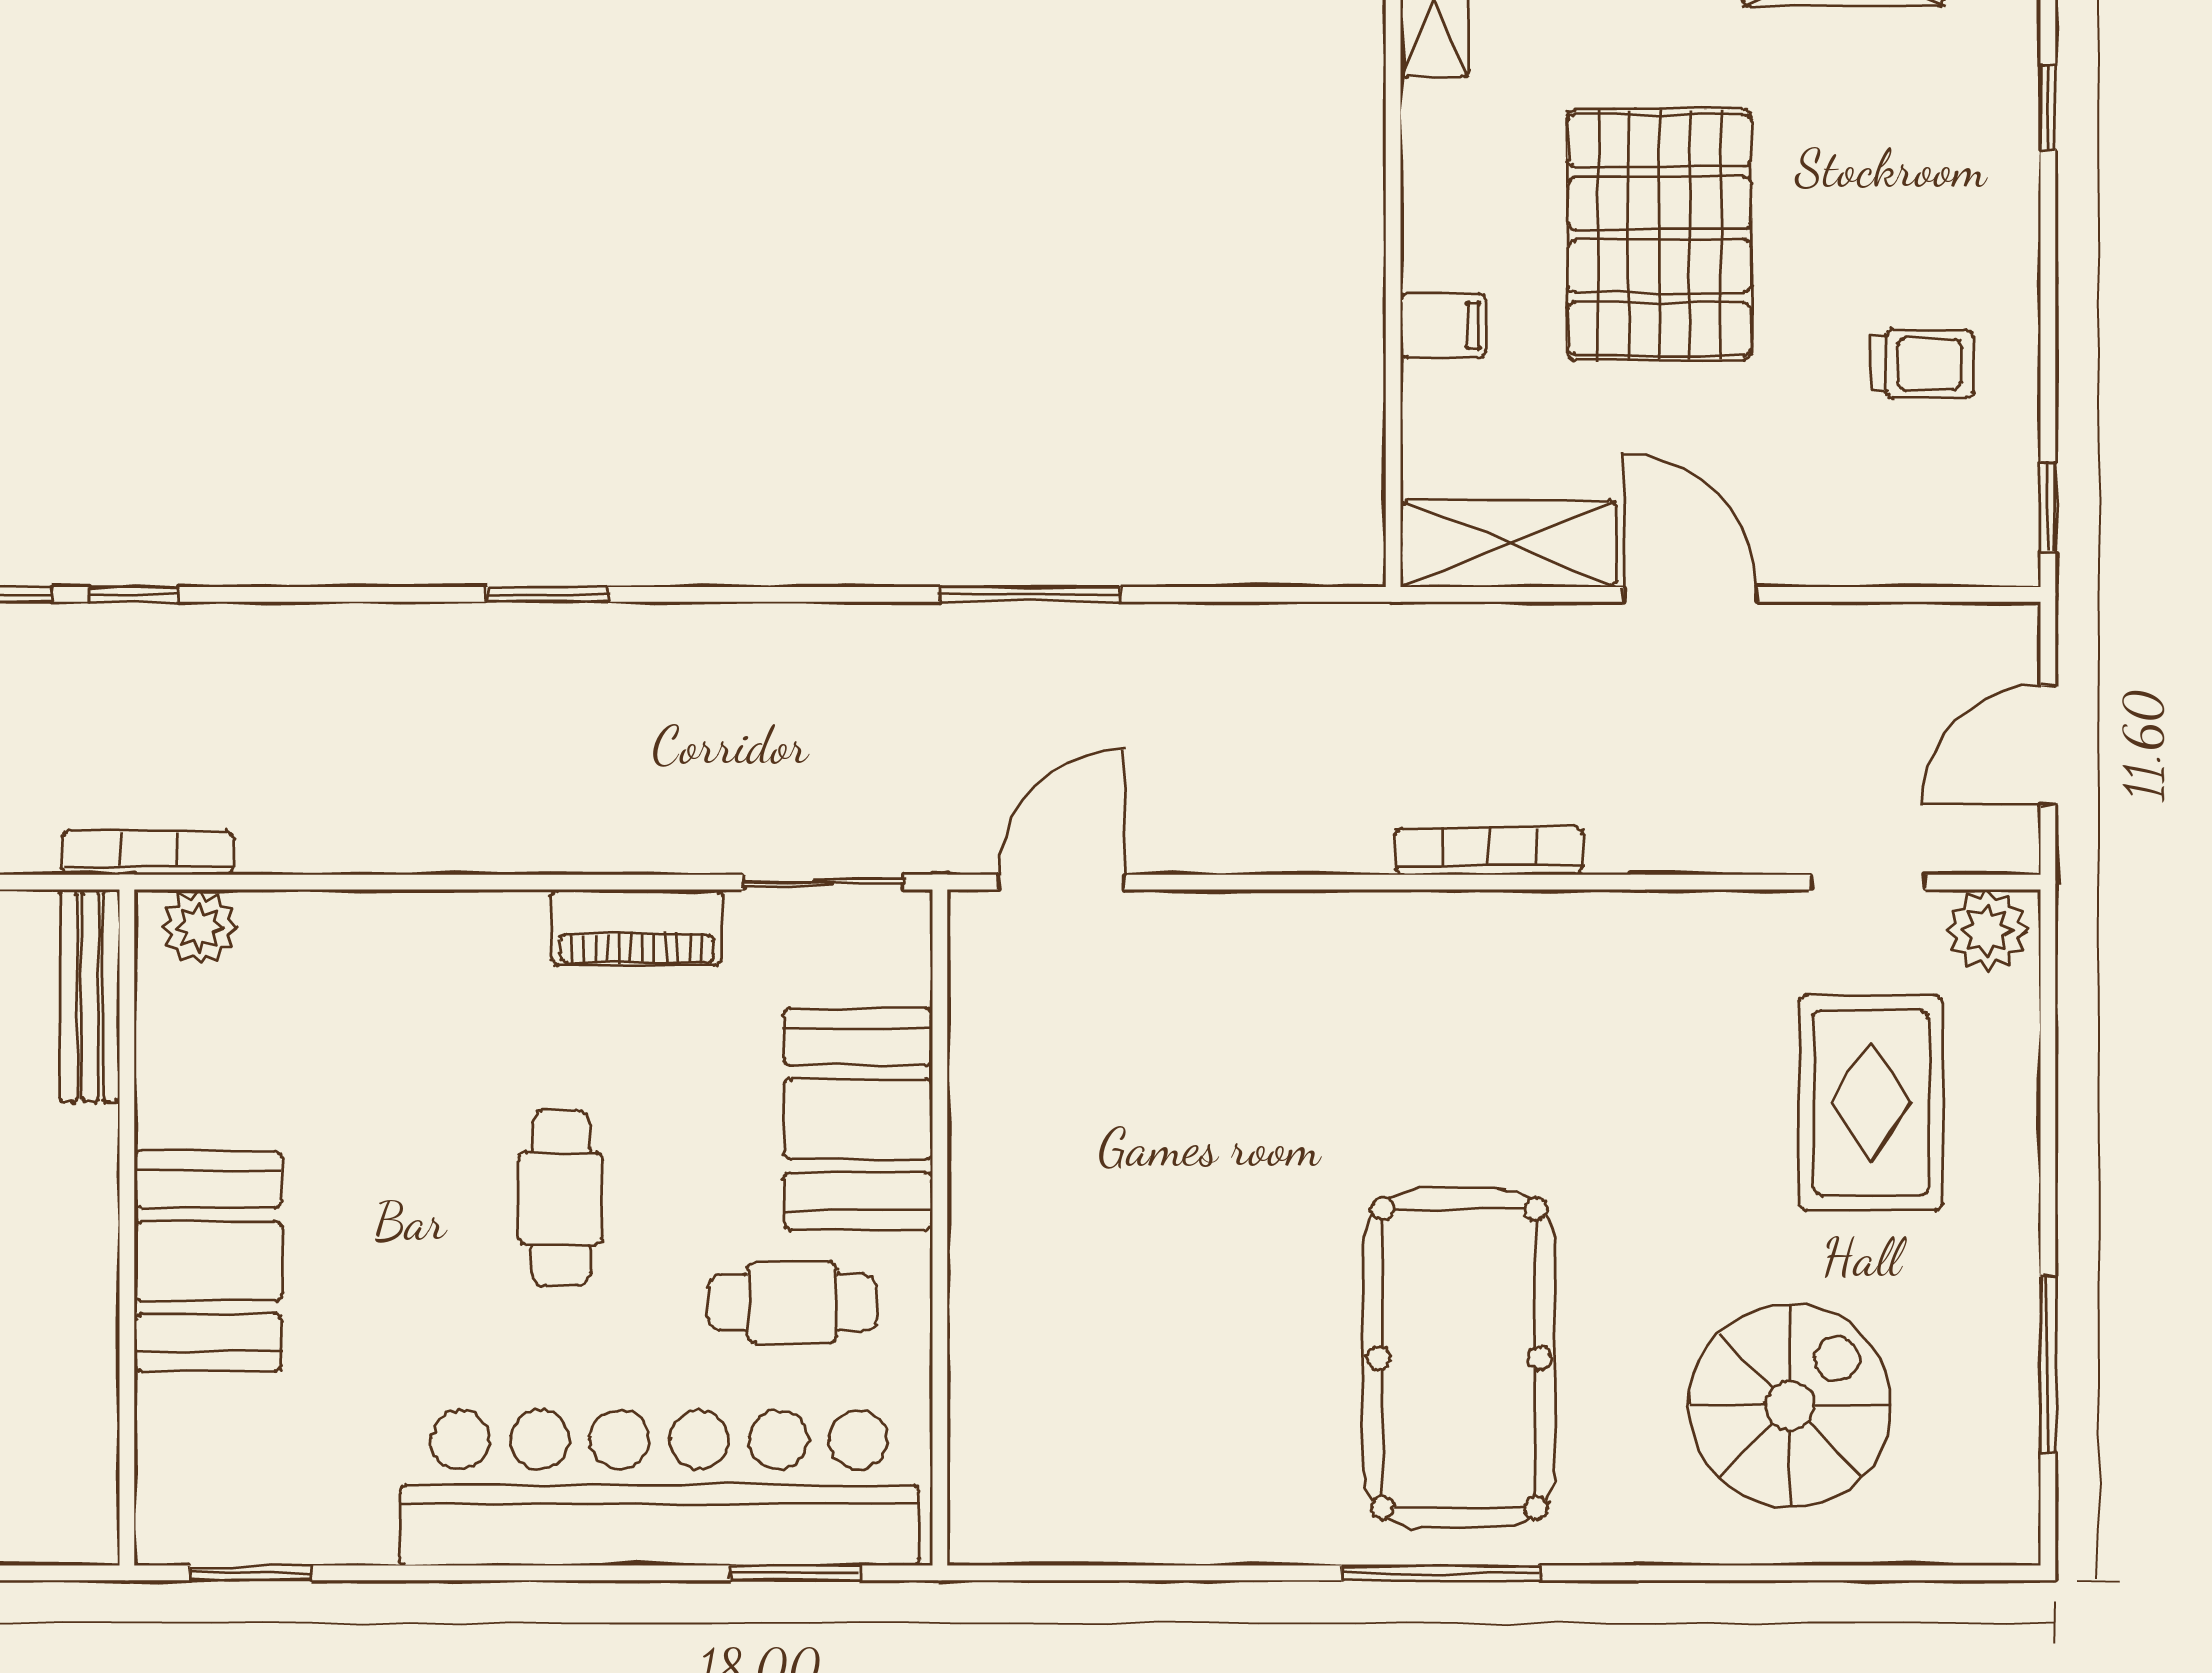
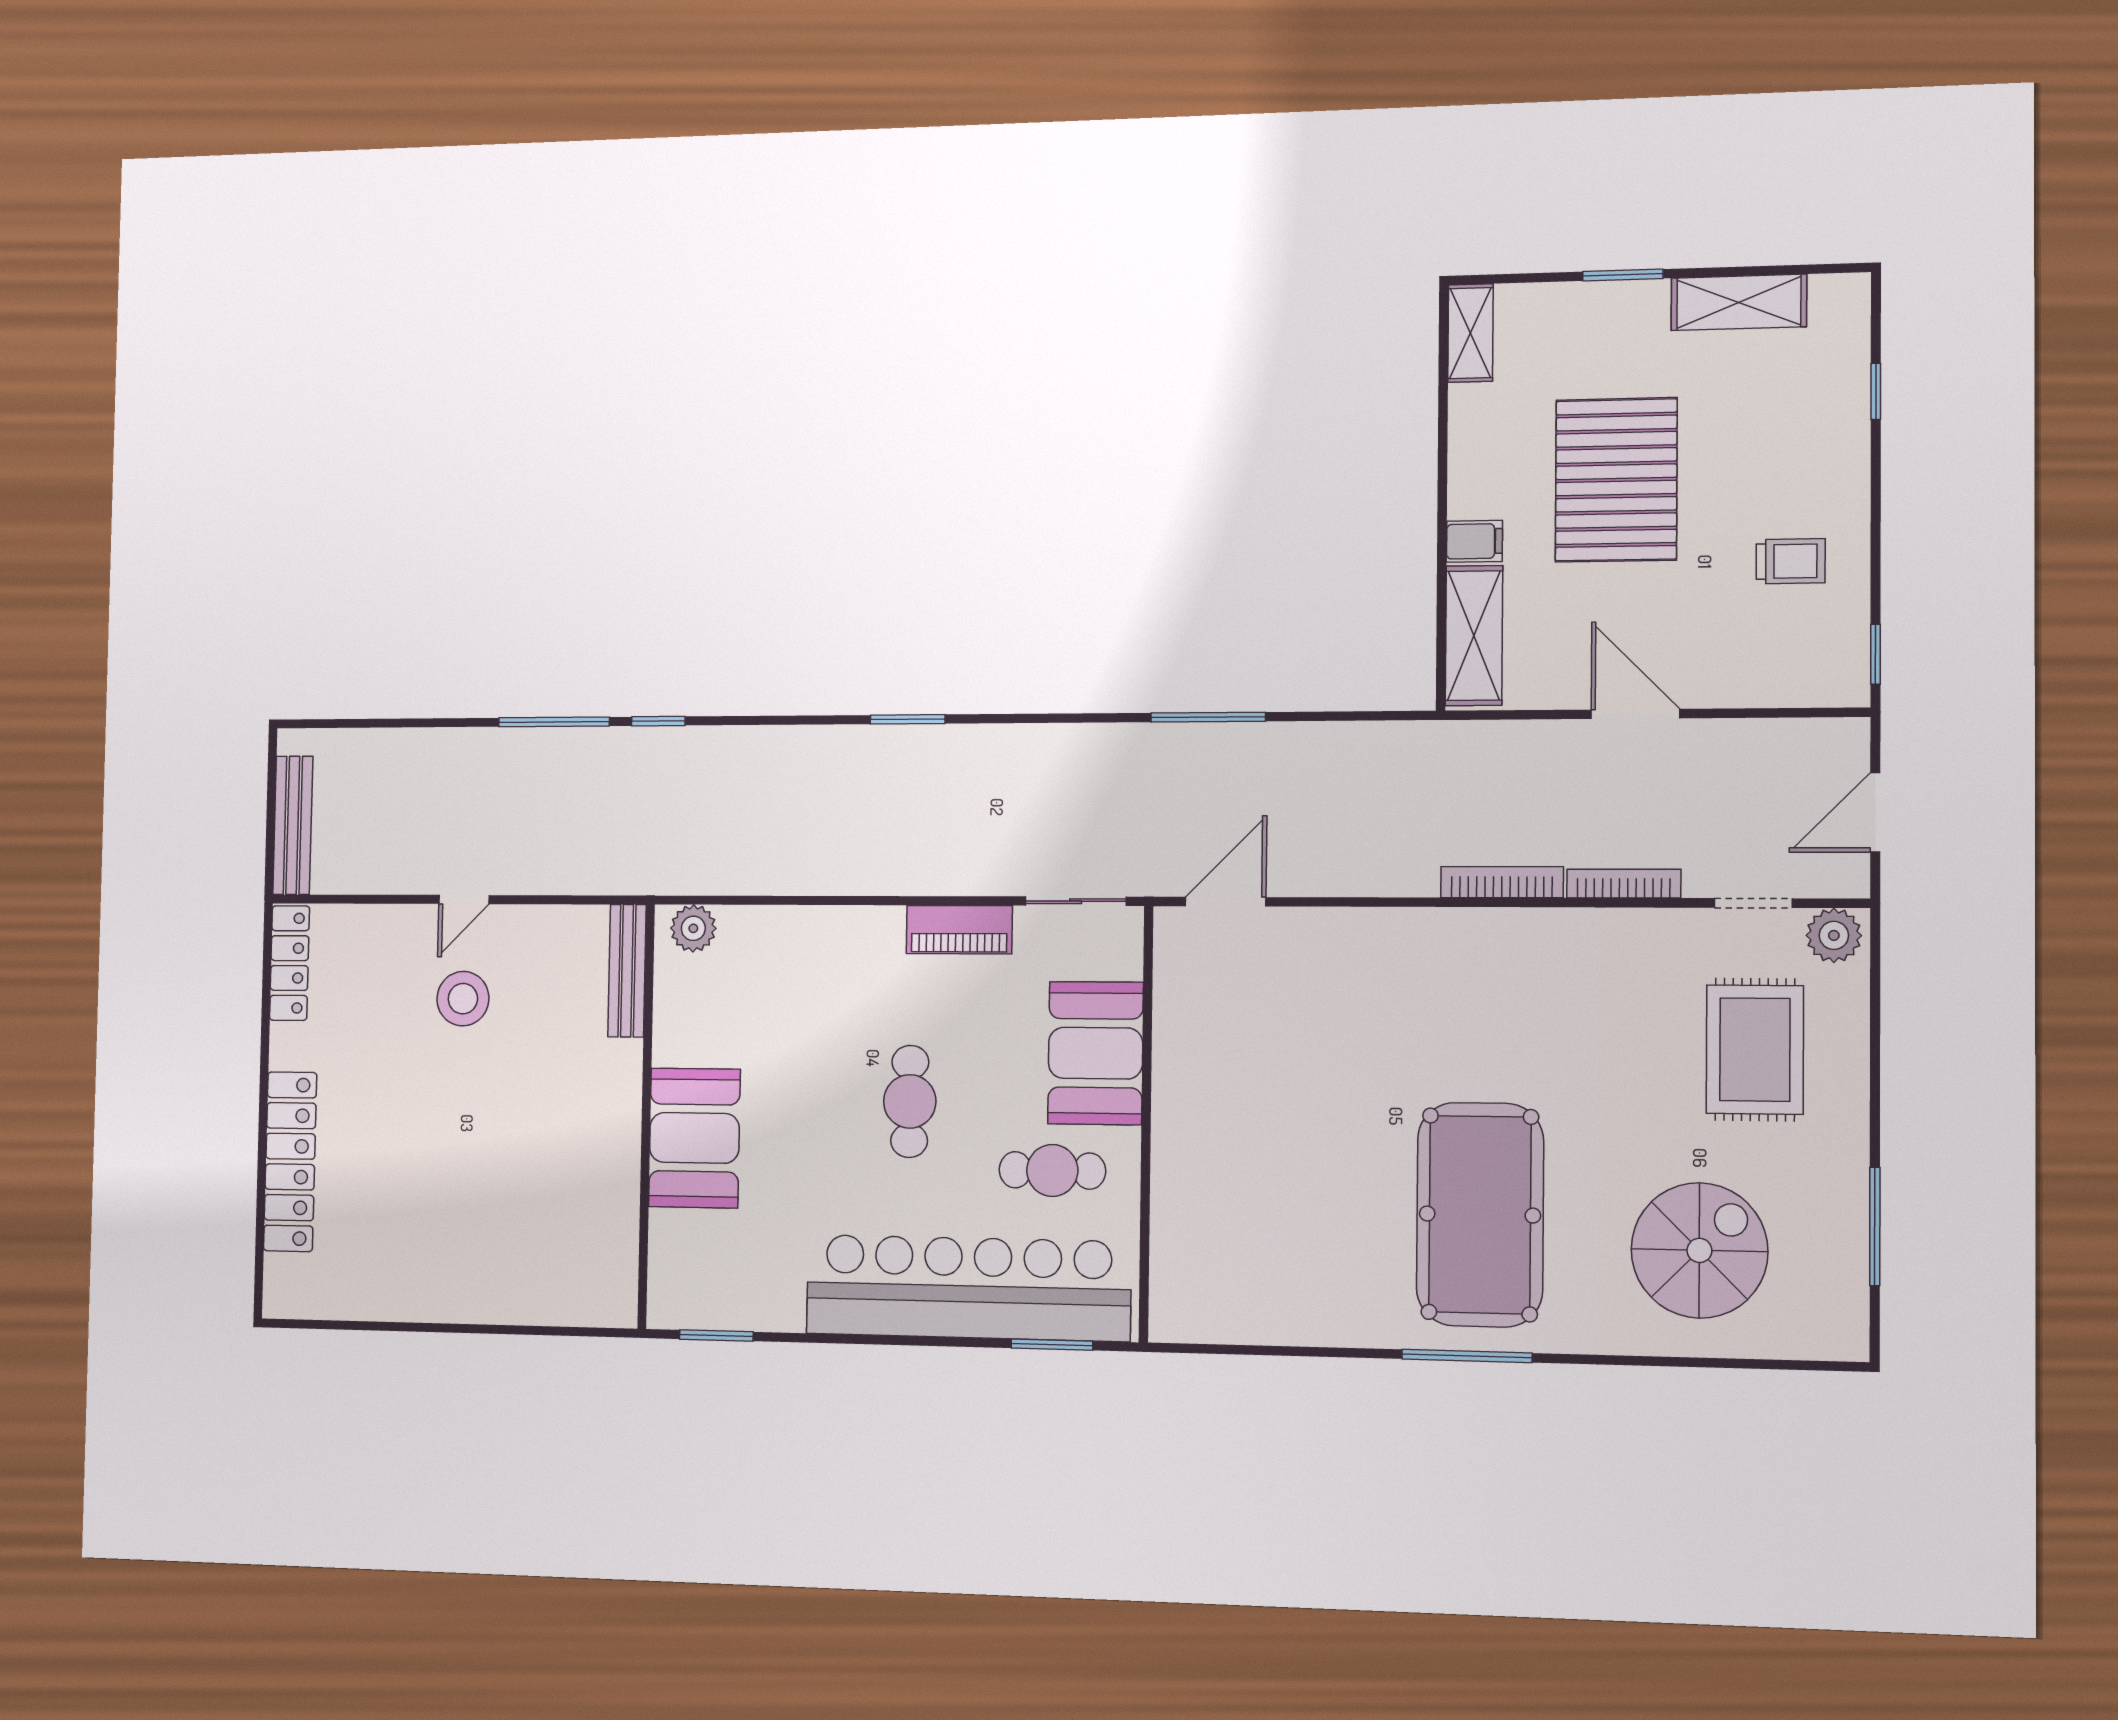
shelving: (1509, 544) -> (1474, 636), moved, turned 90
bookcase: (148, 853) -> (1624, 884), moved

